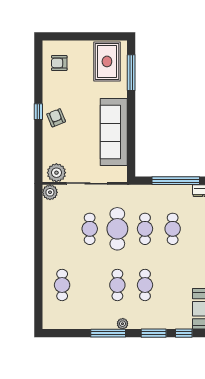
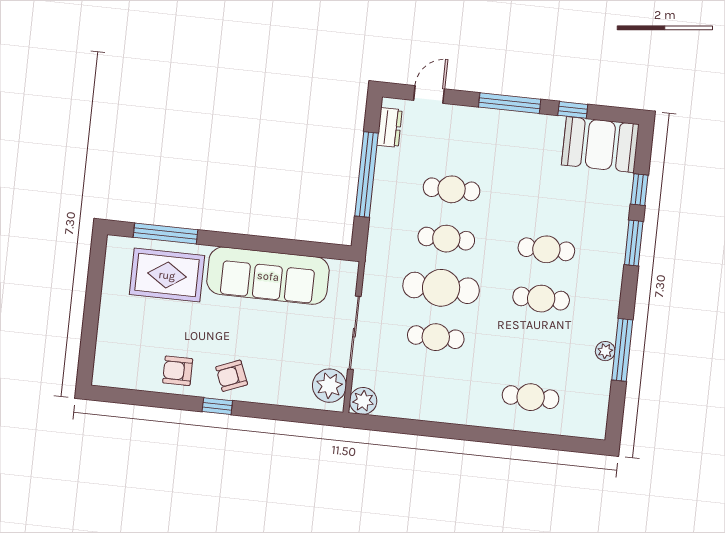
rug: (107, 61) -> (167, 275), moved
armchair: (59, 63) -> (178, 371), moved, turned 90
plant: (123, 324) -> (605, 351), moved
window: (108, 333) -> (622, 350), moved

